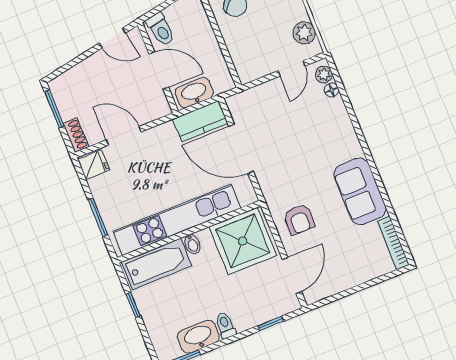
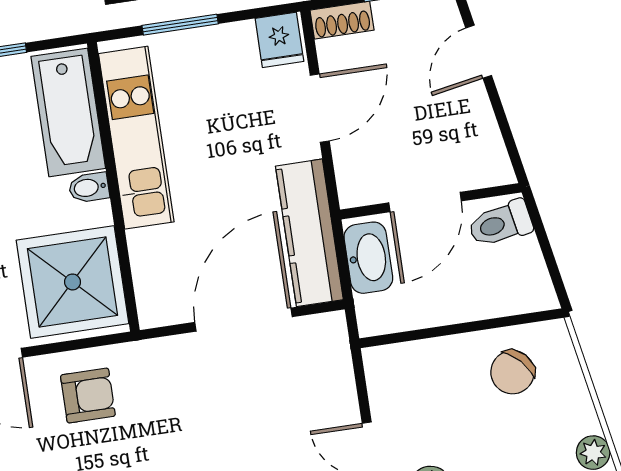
door: (112, 38) -> (479, 52), moved
kitchen counter: (200, 121) -> (309, 233), width x1.50
armchair: (299, 219) -> (88, 396), turned 180
kitchen unit: (177, 220) -> (136, 138), width x0.73

